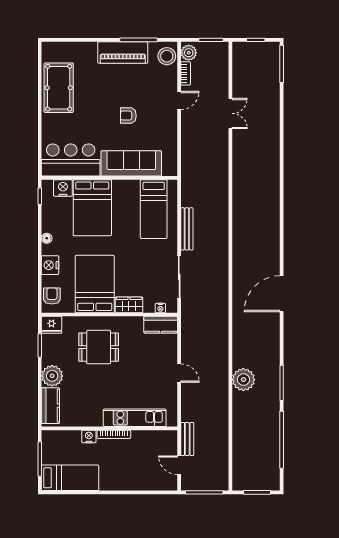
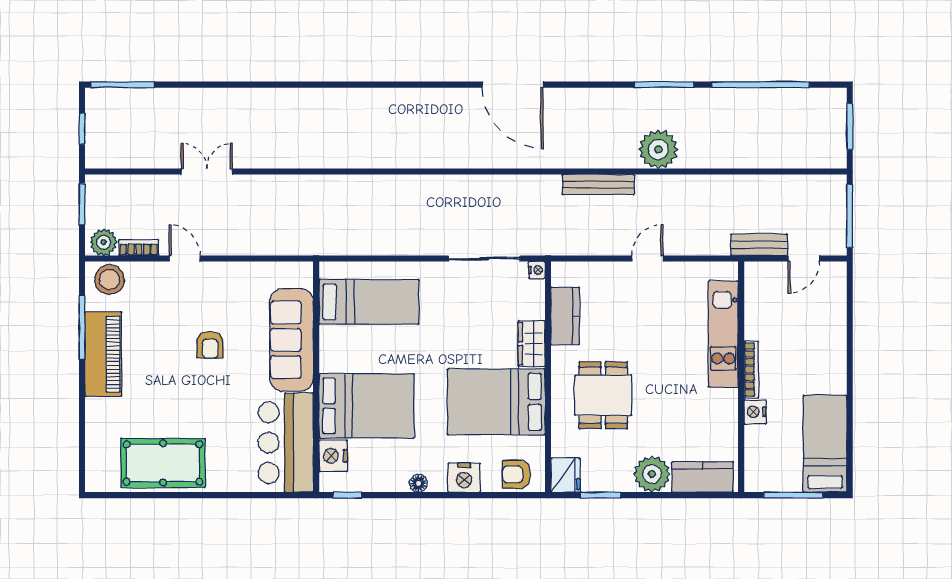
bench: (187, 229) -> (598, 185), moved
nightstand: (160, 308) -> (537, 270), moved
kitchen counter: (161, 325) -> (565, 316), moved

